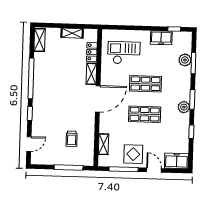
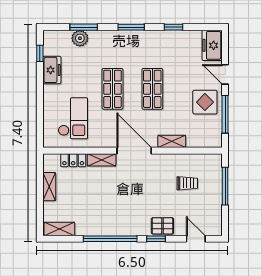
checkout: (124, 53) -> (73, 118), turned 180
plant: (184, 107) -> (142, 38), removed
pallet: (40, 119) -> (162, 226), added
shelving: (103, 144) -> (172, 141), moved
door: (154, 170) -> (225, 74), hinge flipped

